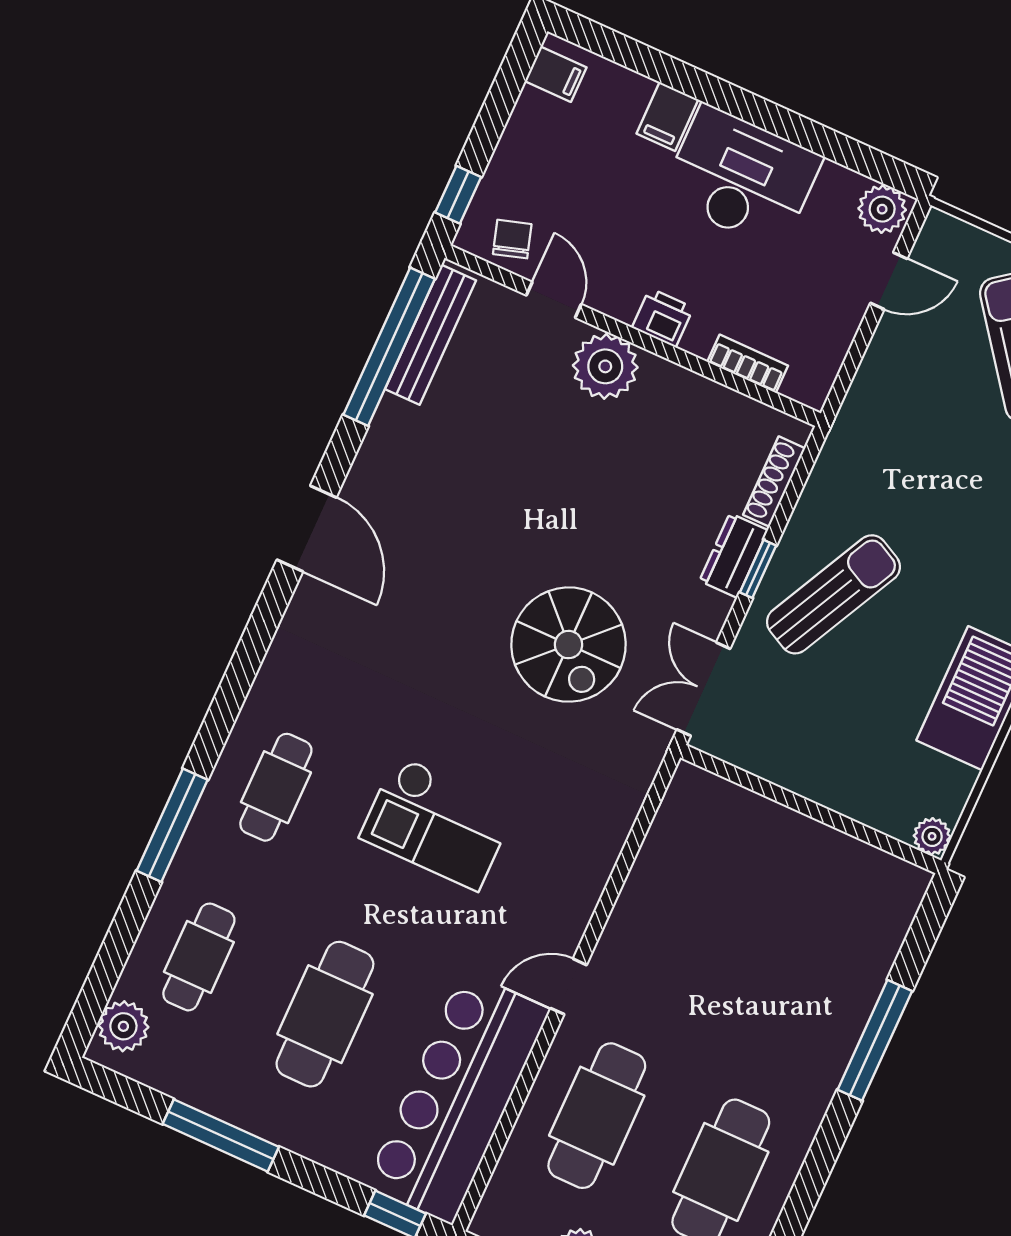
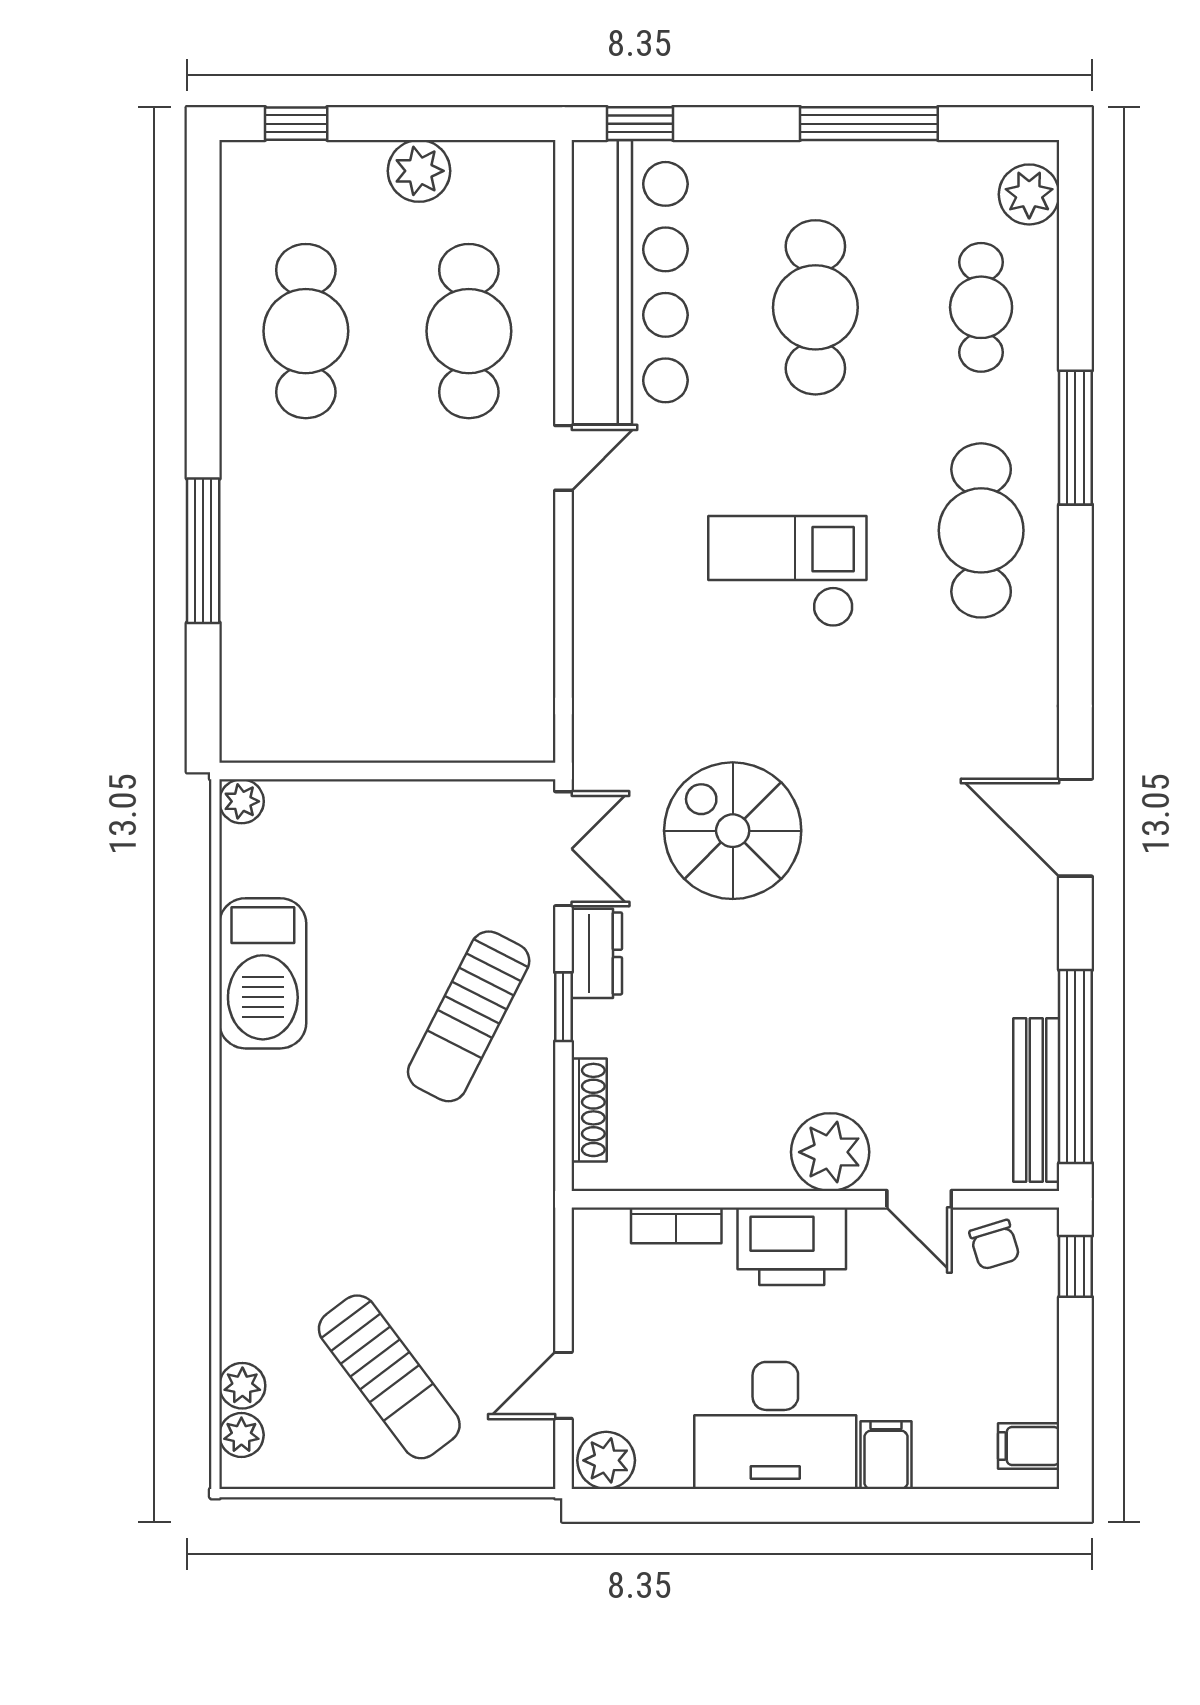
printer: (663, 318) -> (792, 1246), width x1.87, depth x1.48
dresser: (734, 556) -> (597, 953), moved
cafe table: (276, 787) -> (981, 530), width x1.37, depth x1.35

